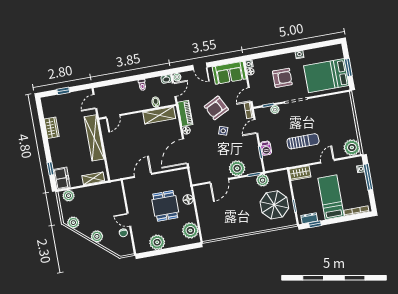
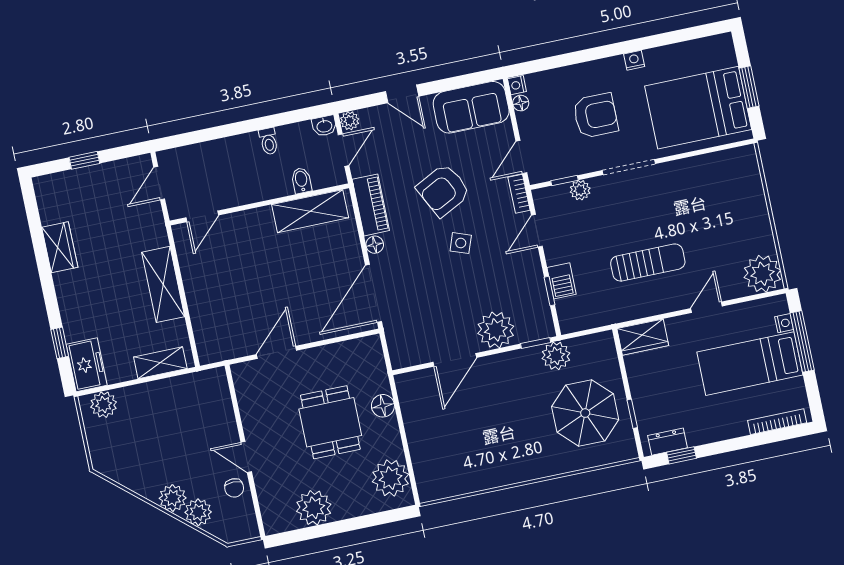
shelving: (94, 138) -> (163, 284), width x0.68
bed: (331, 197) -> (750, 364), moved, turned -90
plant: (73, 223) -> (198, 512), moved

